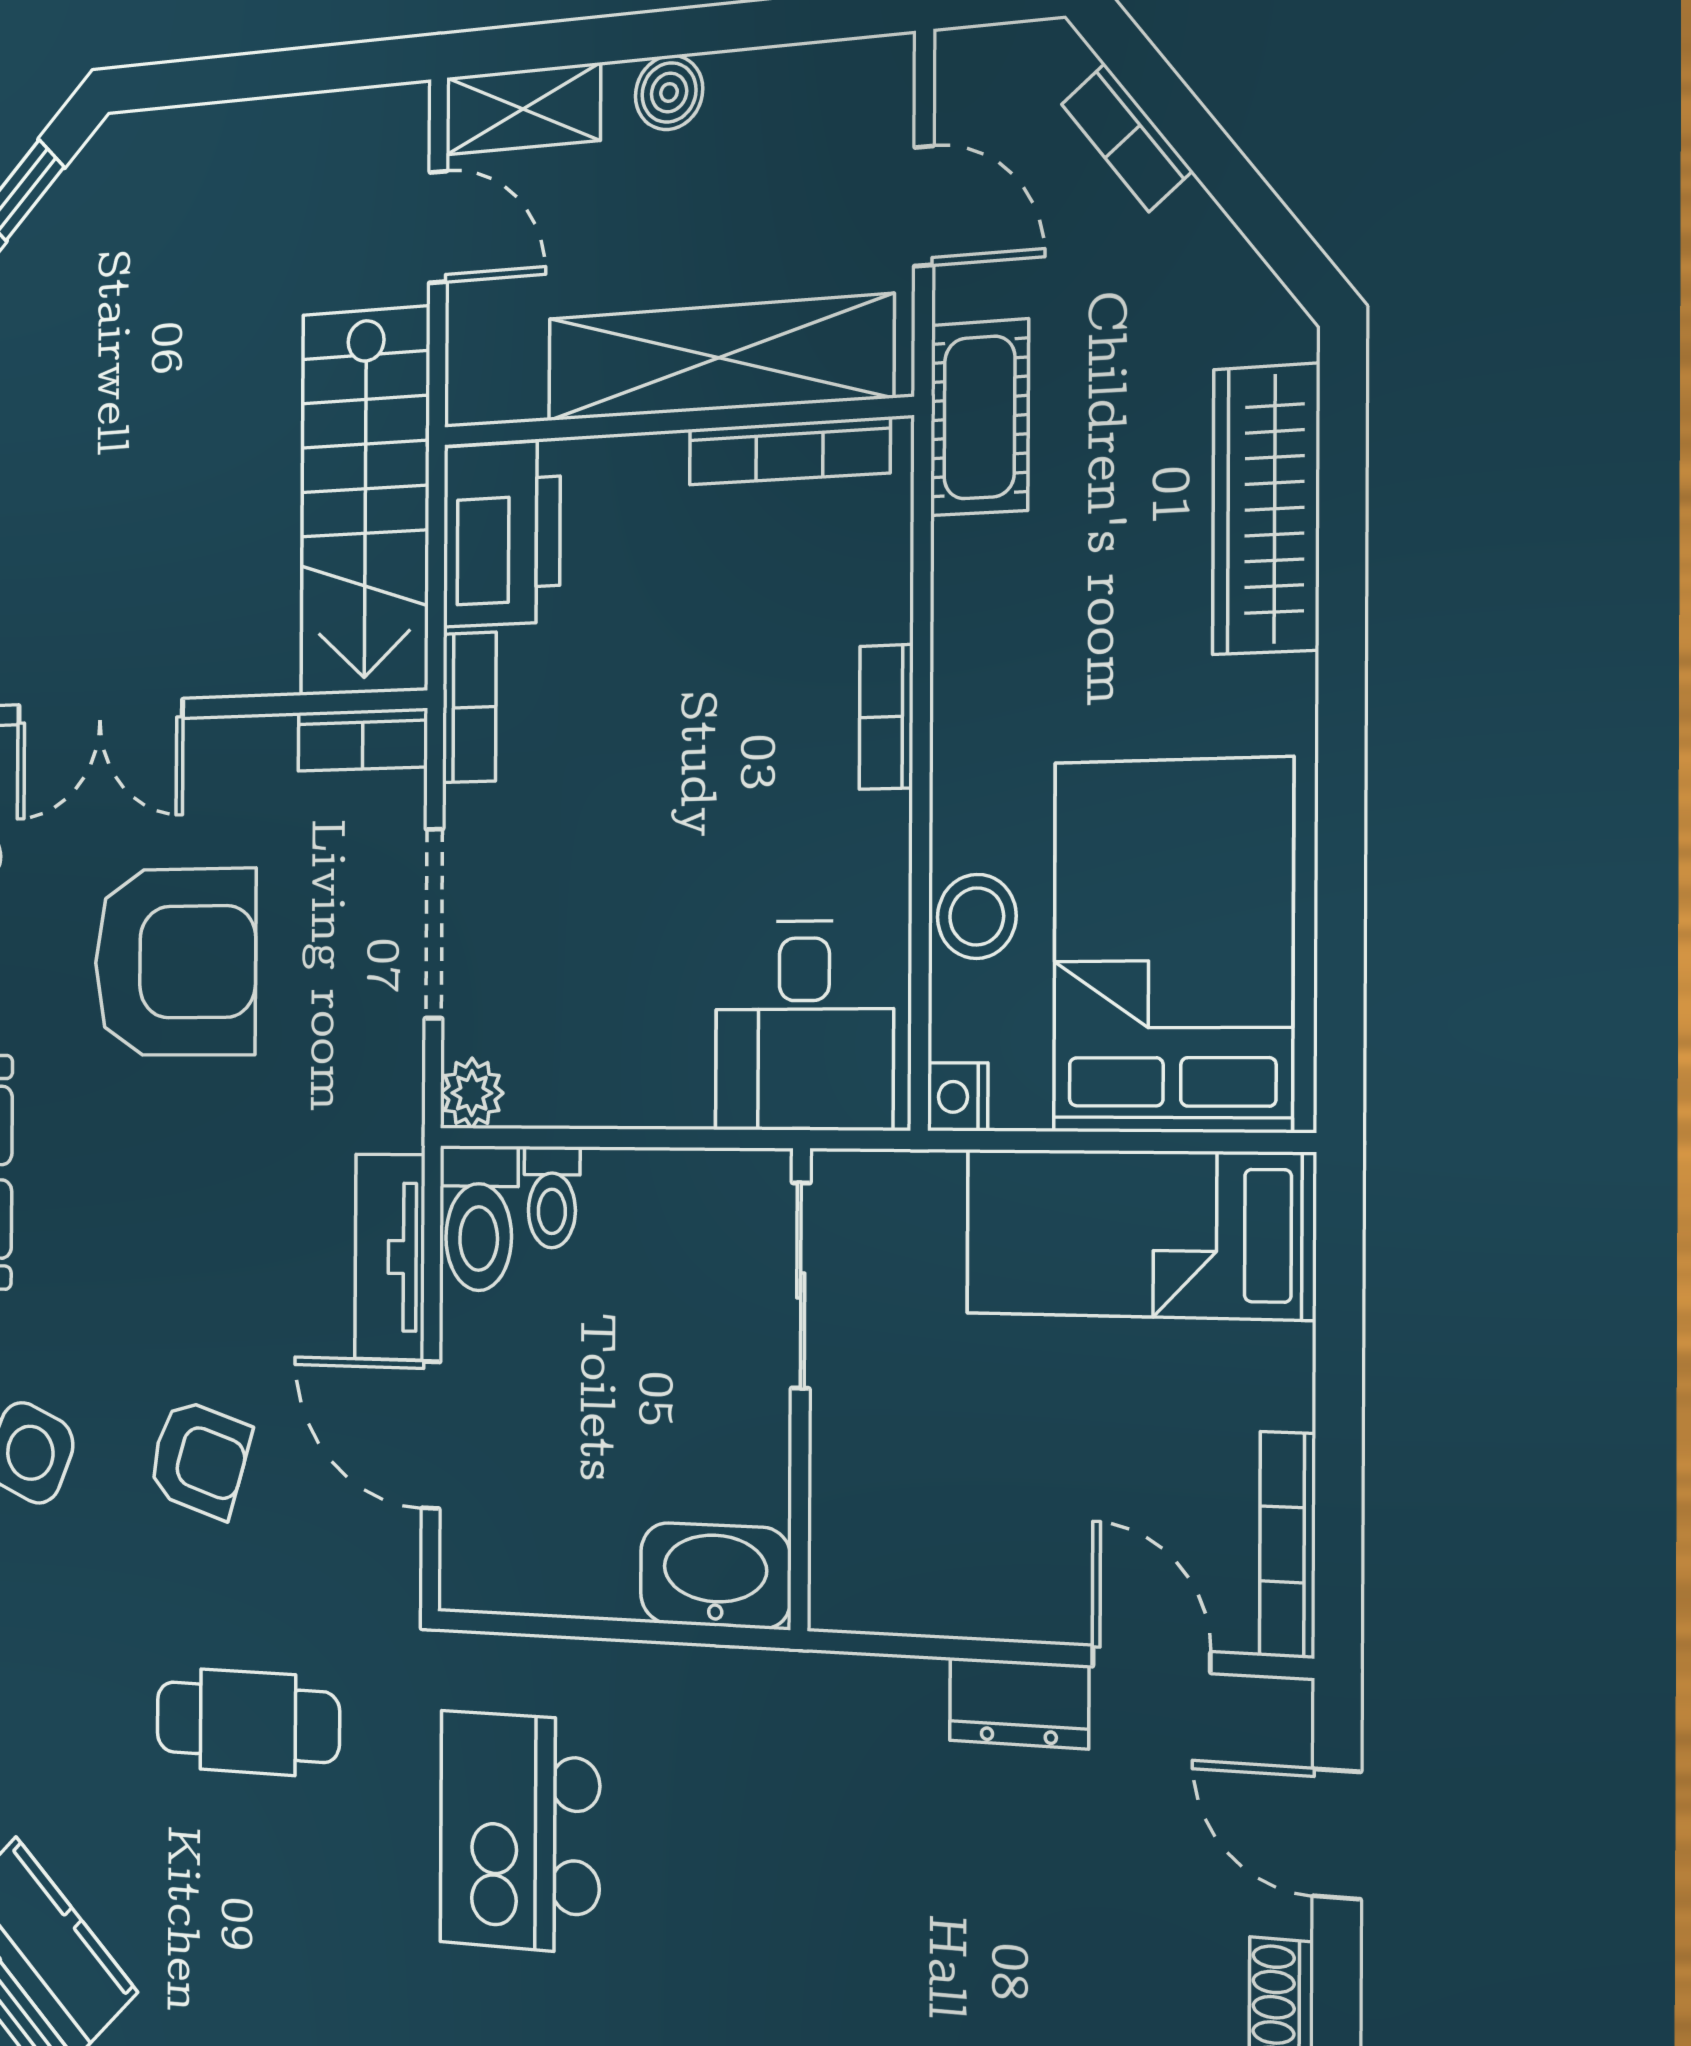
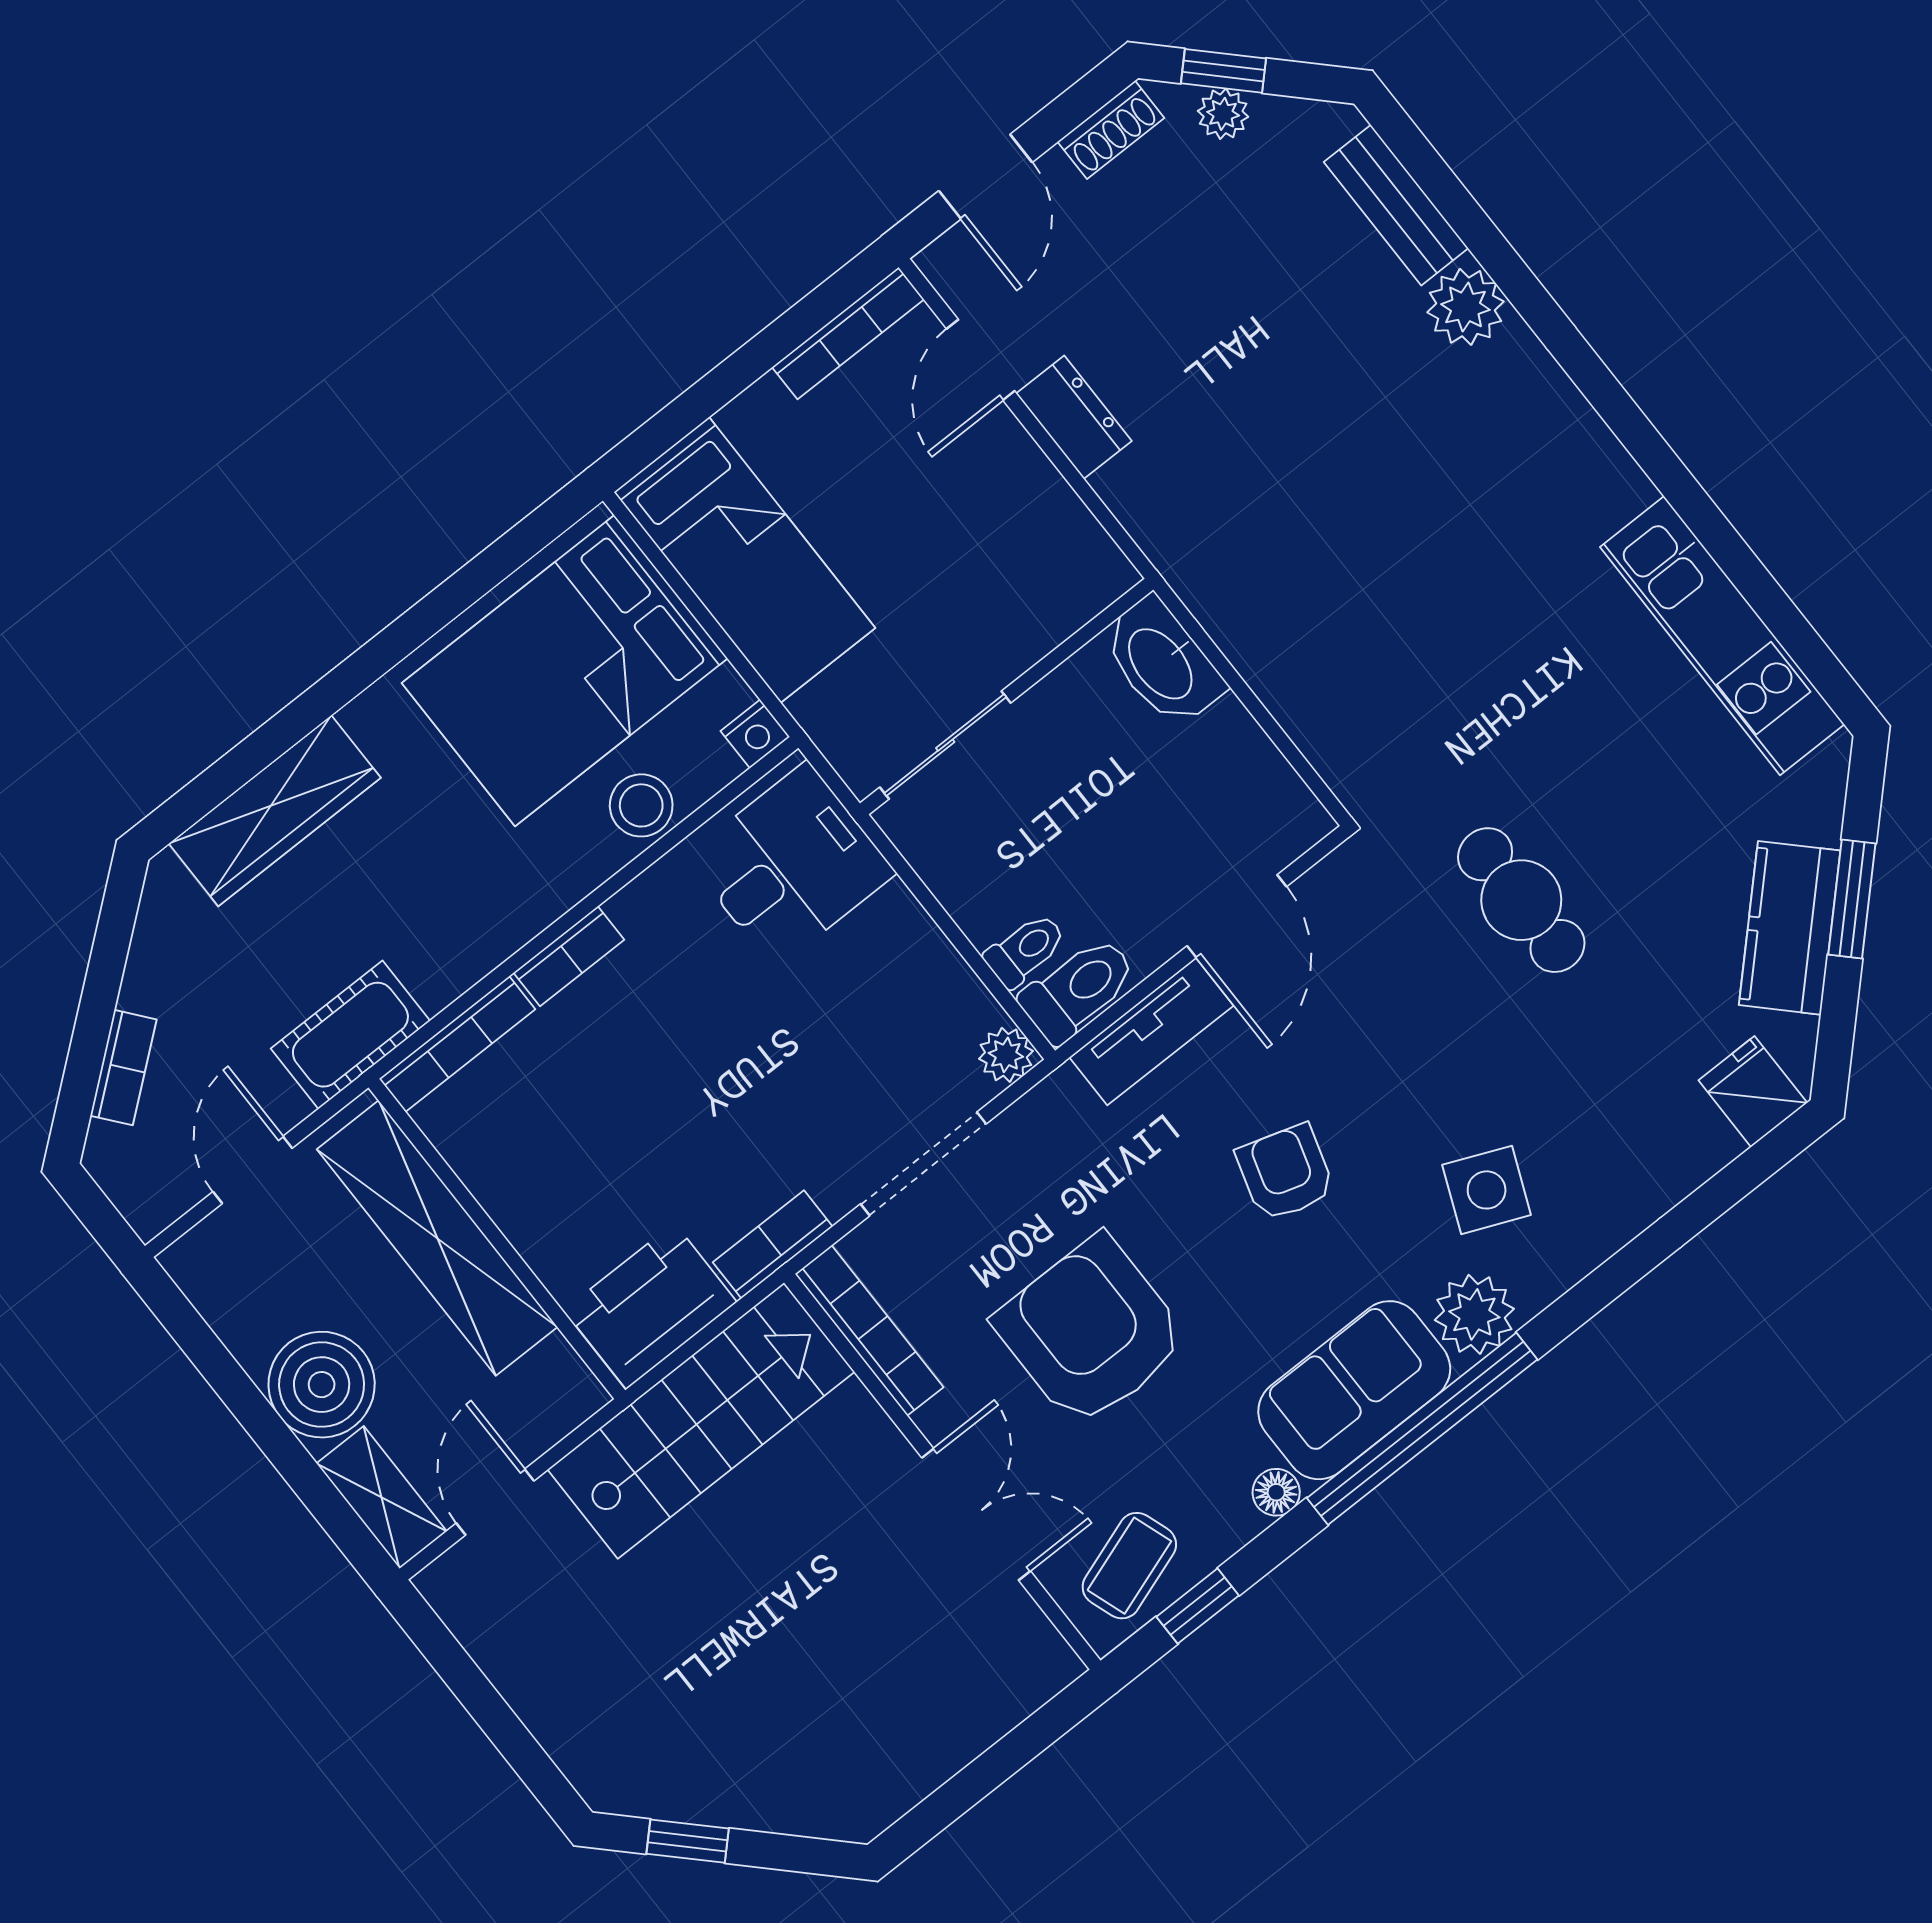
boiler: (669, 92) -> (322, 1385), width x1.86, depth x1.86
bookcase: (789, 451) -> (457, 1044), moved, turned 90
bookcase: (363, 740) -> (869, 1331), width x1.56
armchair: (199, 1459) -> (1285, 1173), moved
kitchen island: (520, 1832) -> (1426, 665), removed

